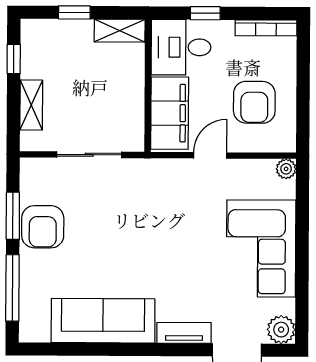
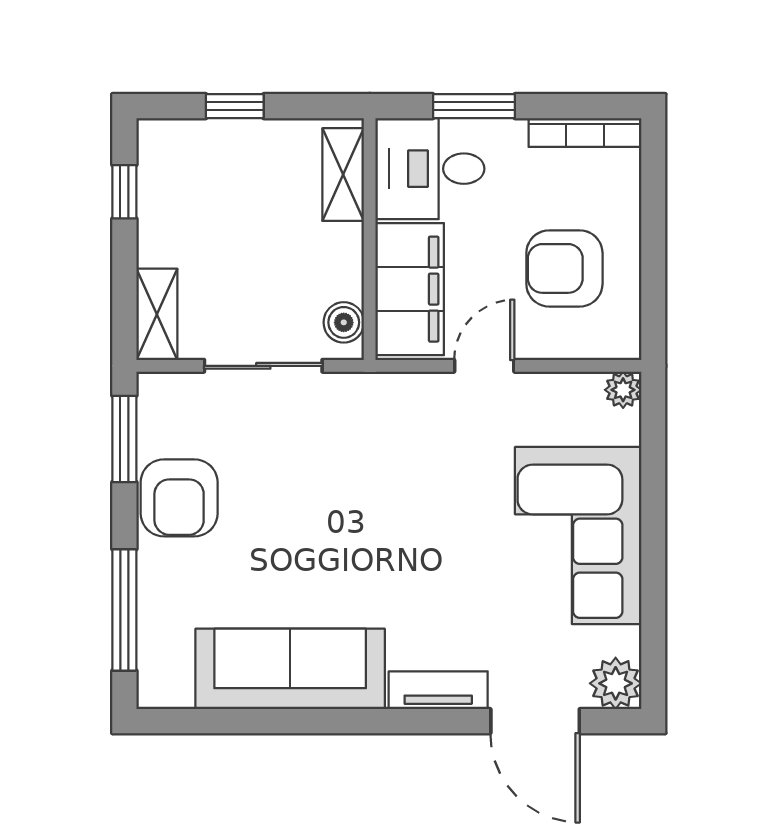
window: (205, 13) -> (474, 106), width x1.50
shelving: (120, 31) -> (343, 175), moved, turned 90
armchair: (254, 102) -> (564, 268), turned 90
shelving: (31, 105) -> (157, 314), moved
boiler: (133, 131) -> (344, 322), added
window: (13, 216) -> (124, 439), moved

